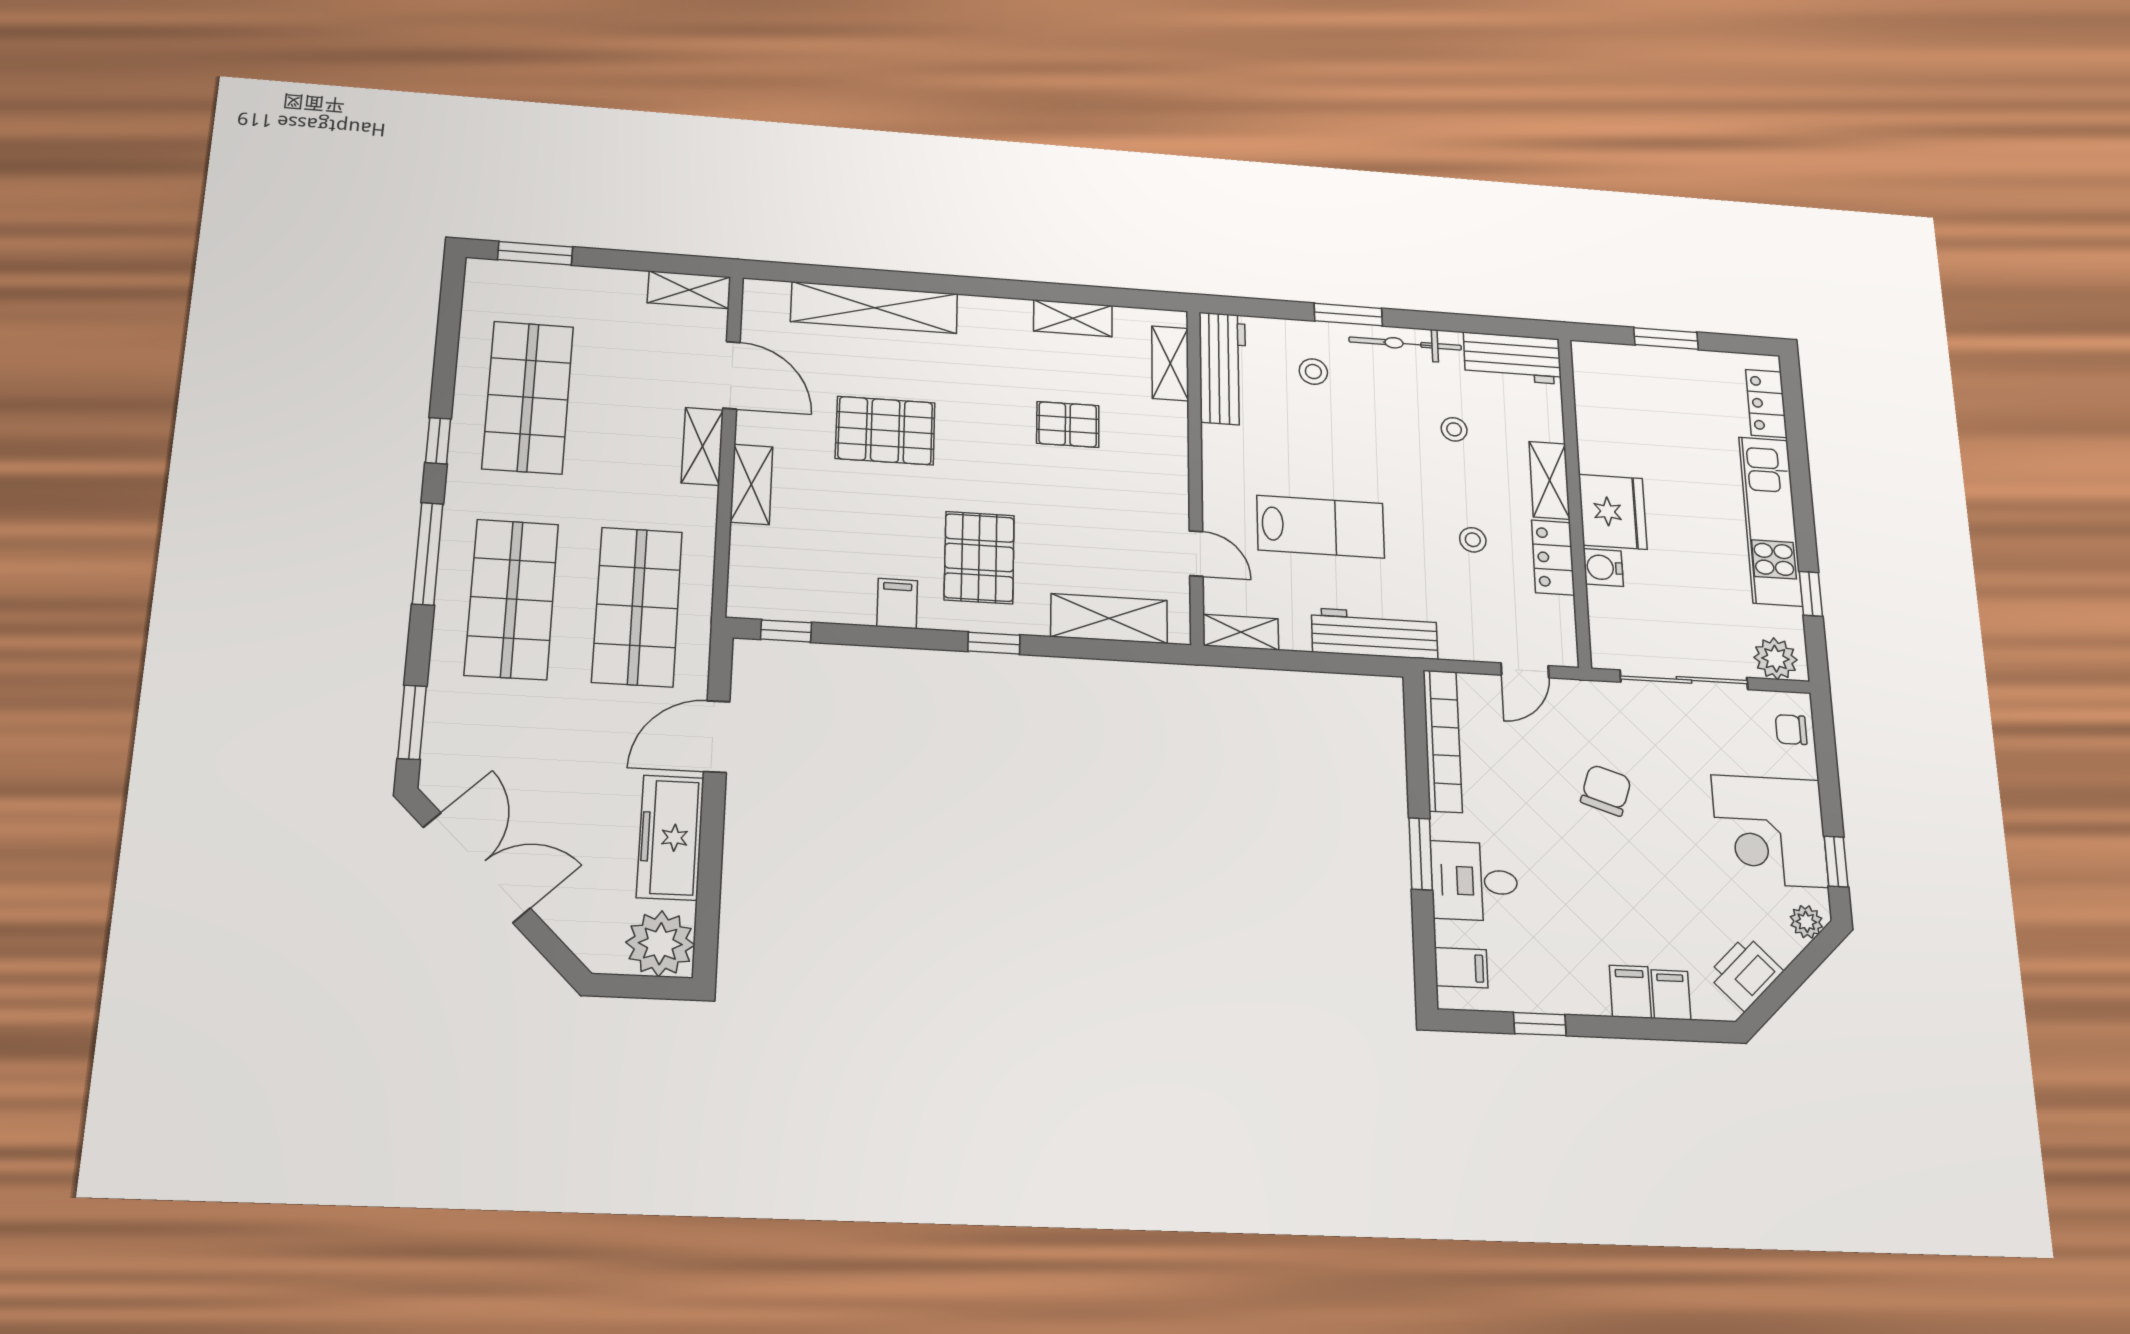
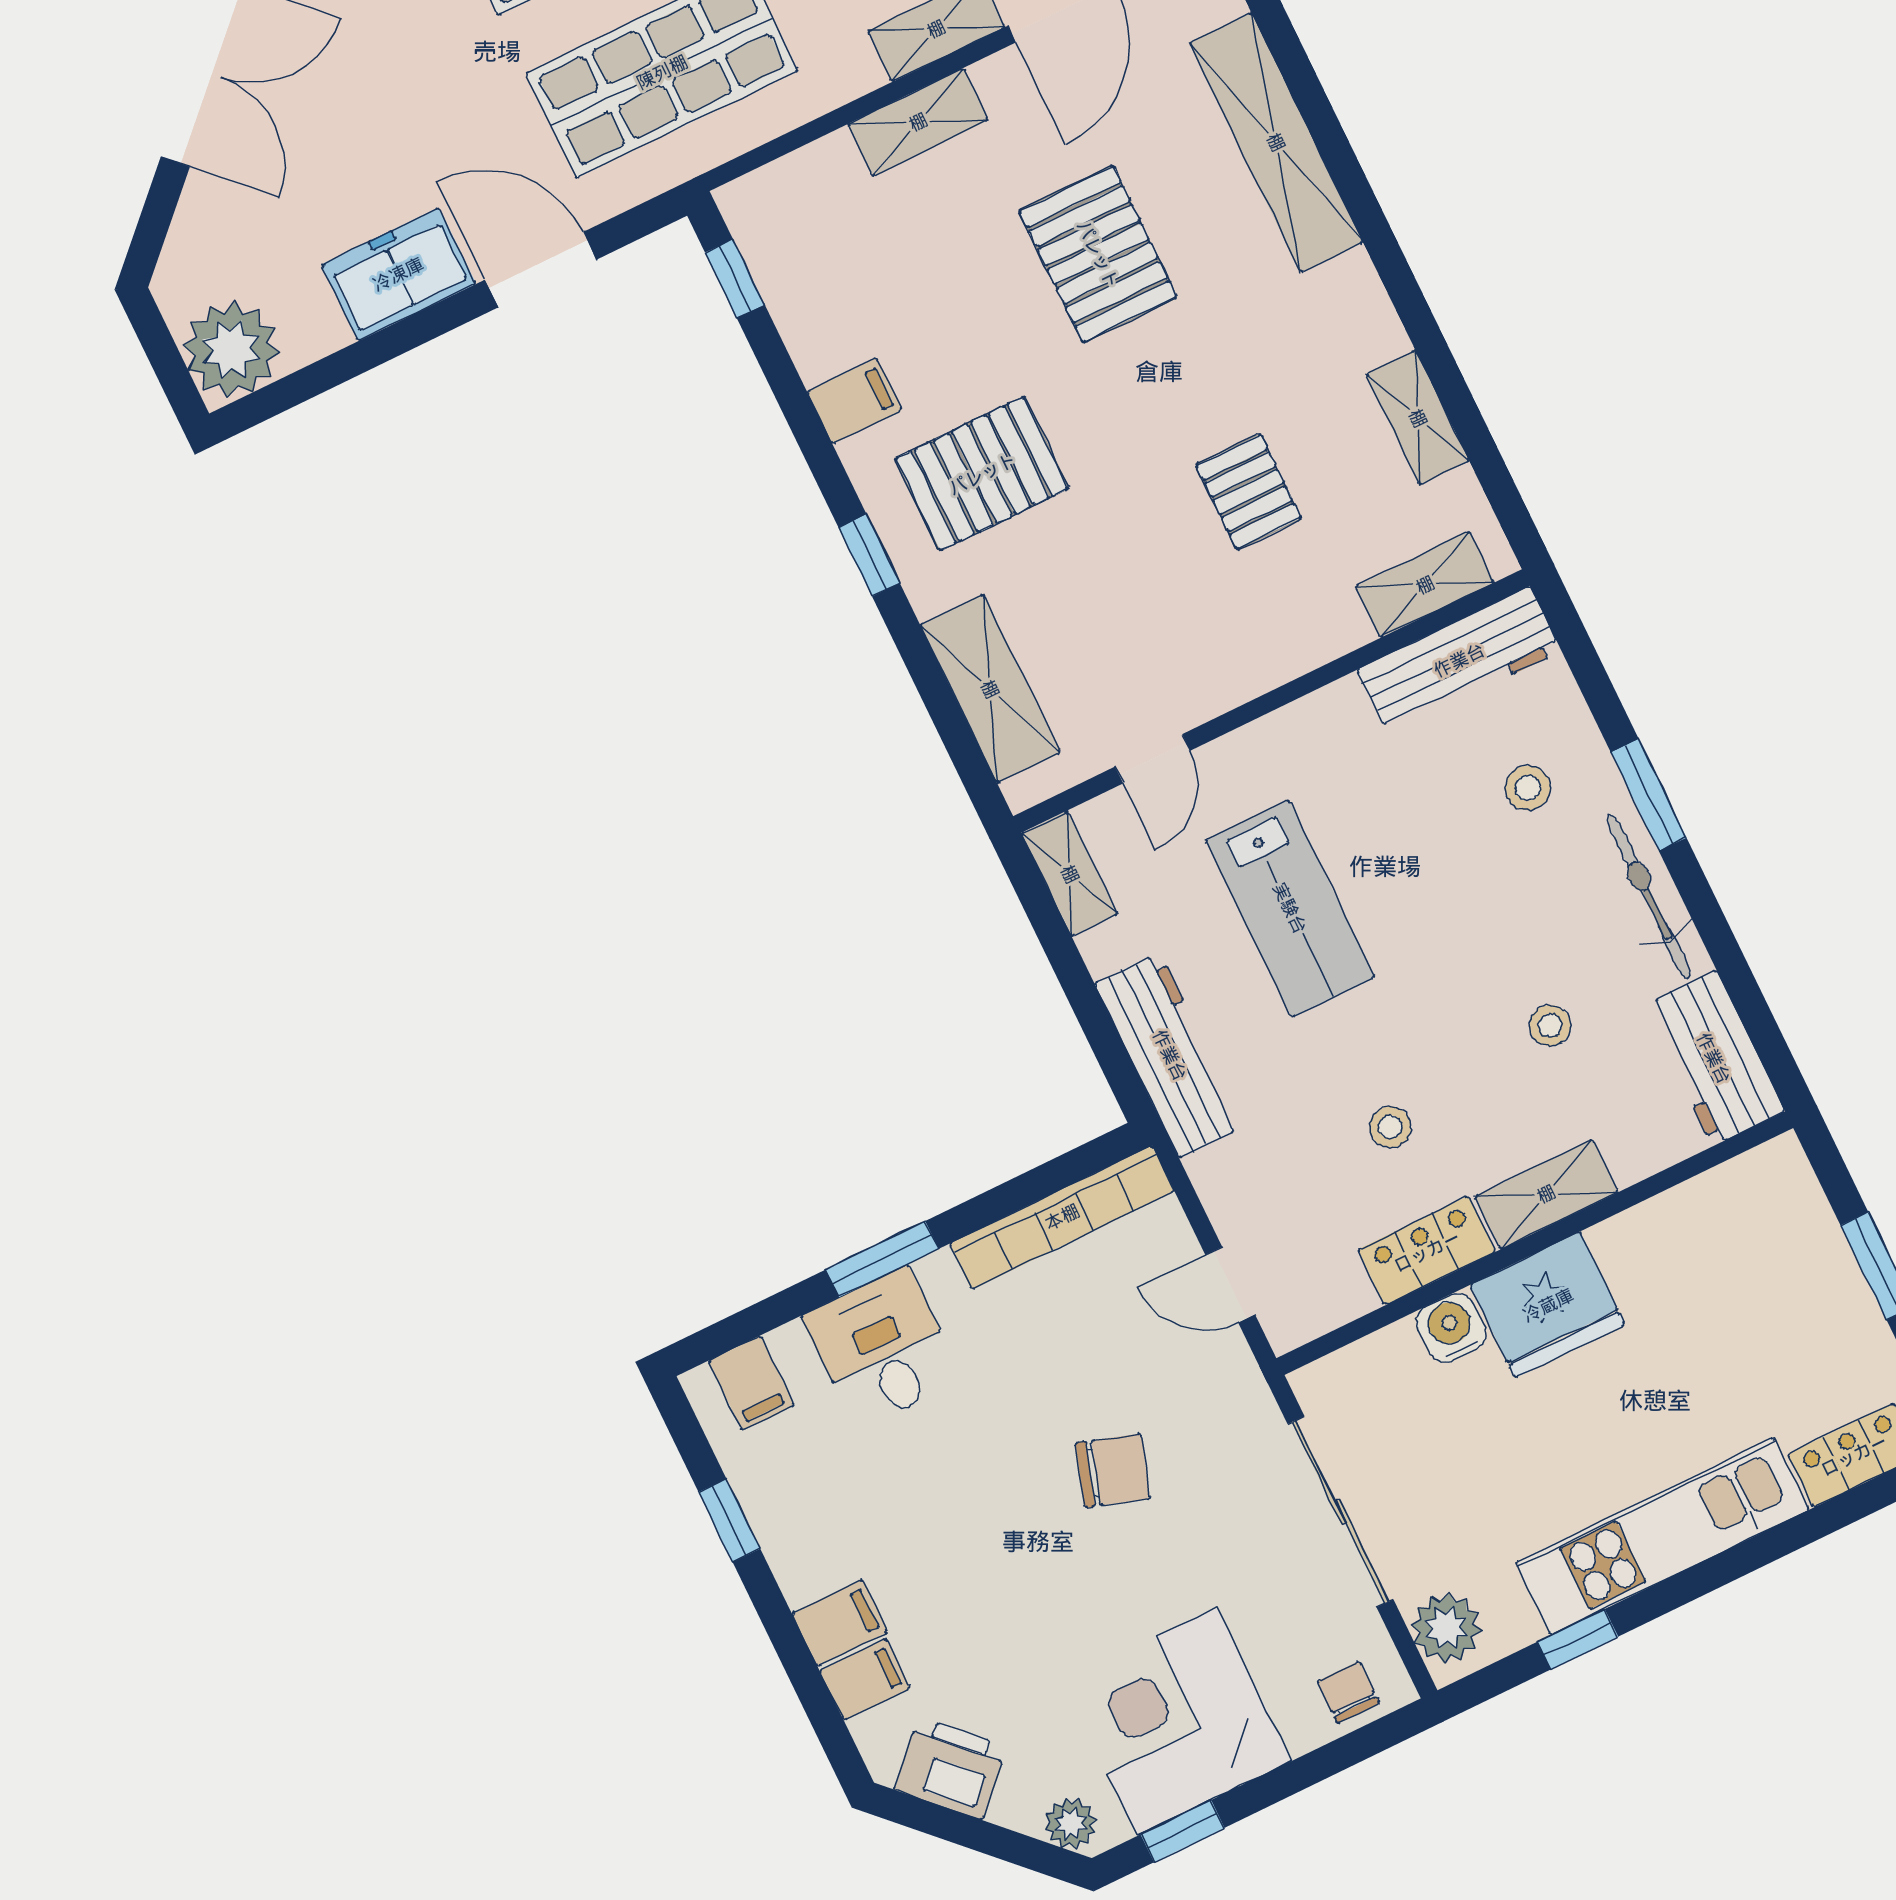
freezer: (670, 837) -> (398, 274), width x0.71

